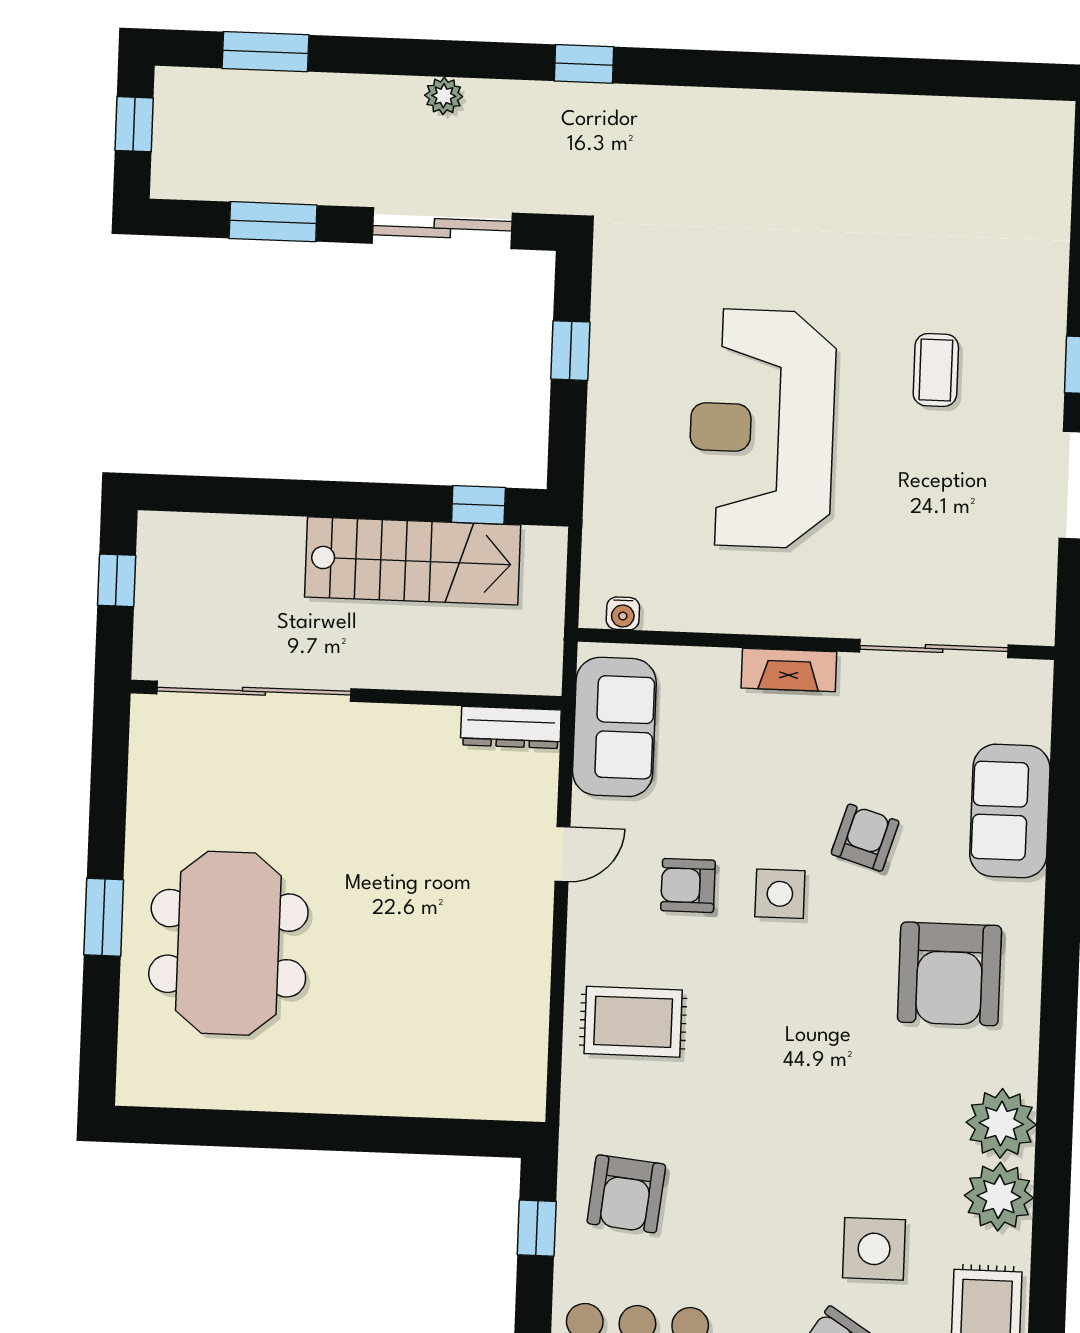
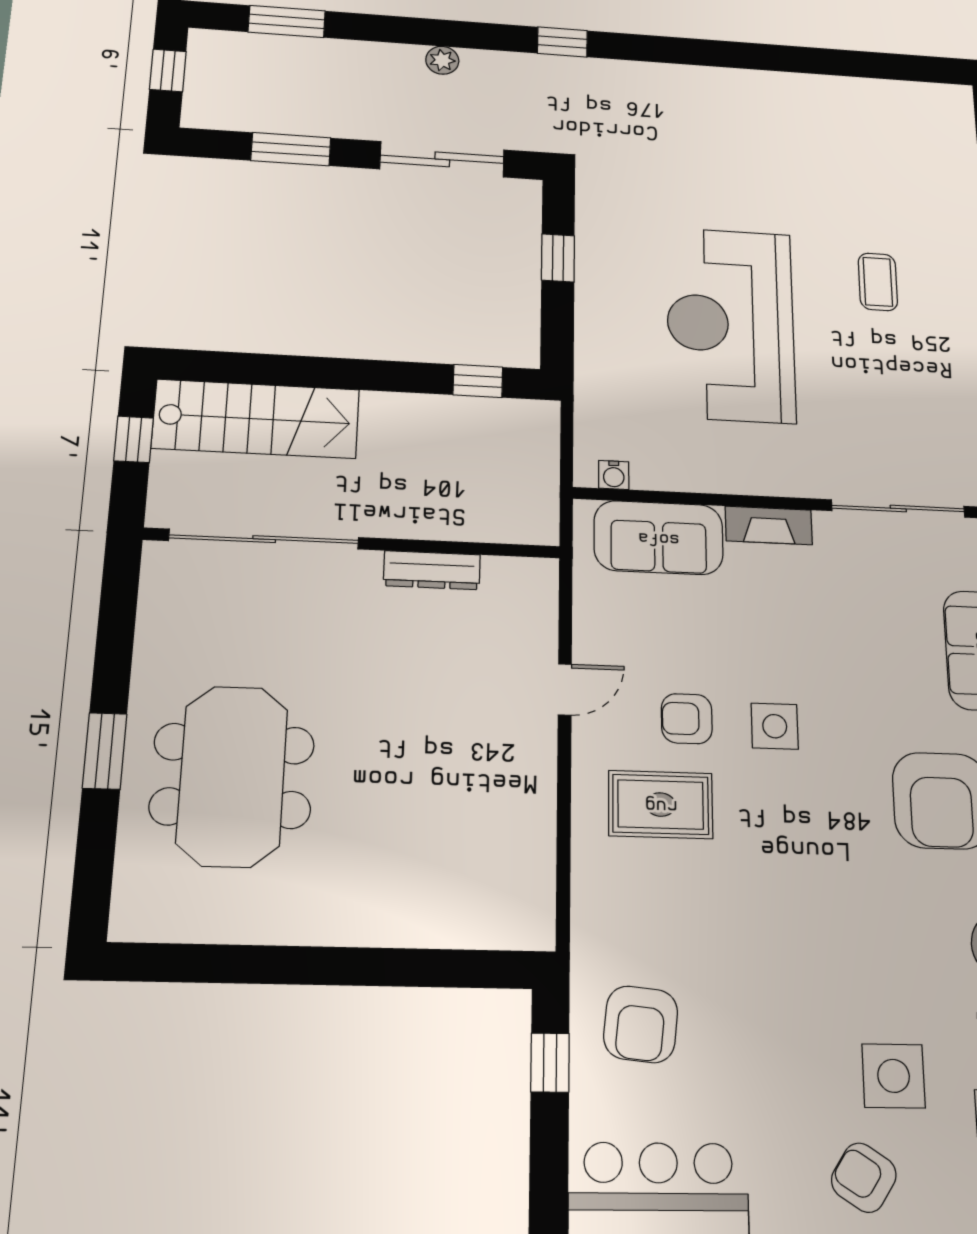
stairs: (413, 561) -> (256, 419), moved
dresser: (511, 727) -> (432, 570), moved
sofa: (614, 727) -> (659, 538), moved, turned 90
armchair: (865, 838) -> (851, 674), removed
rug: (633, 1022) -> (661, 805), moved

